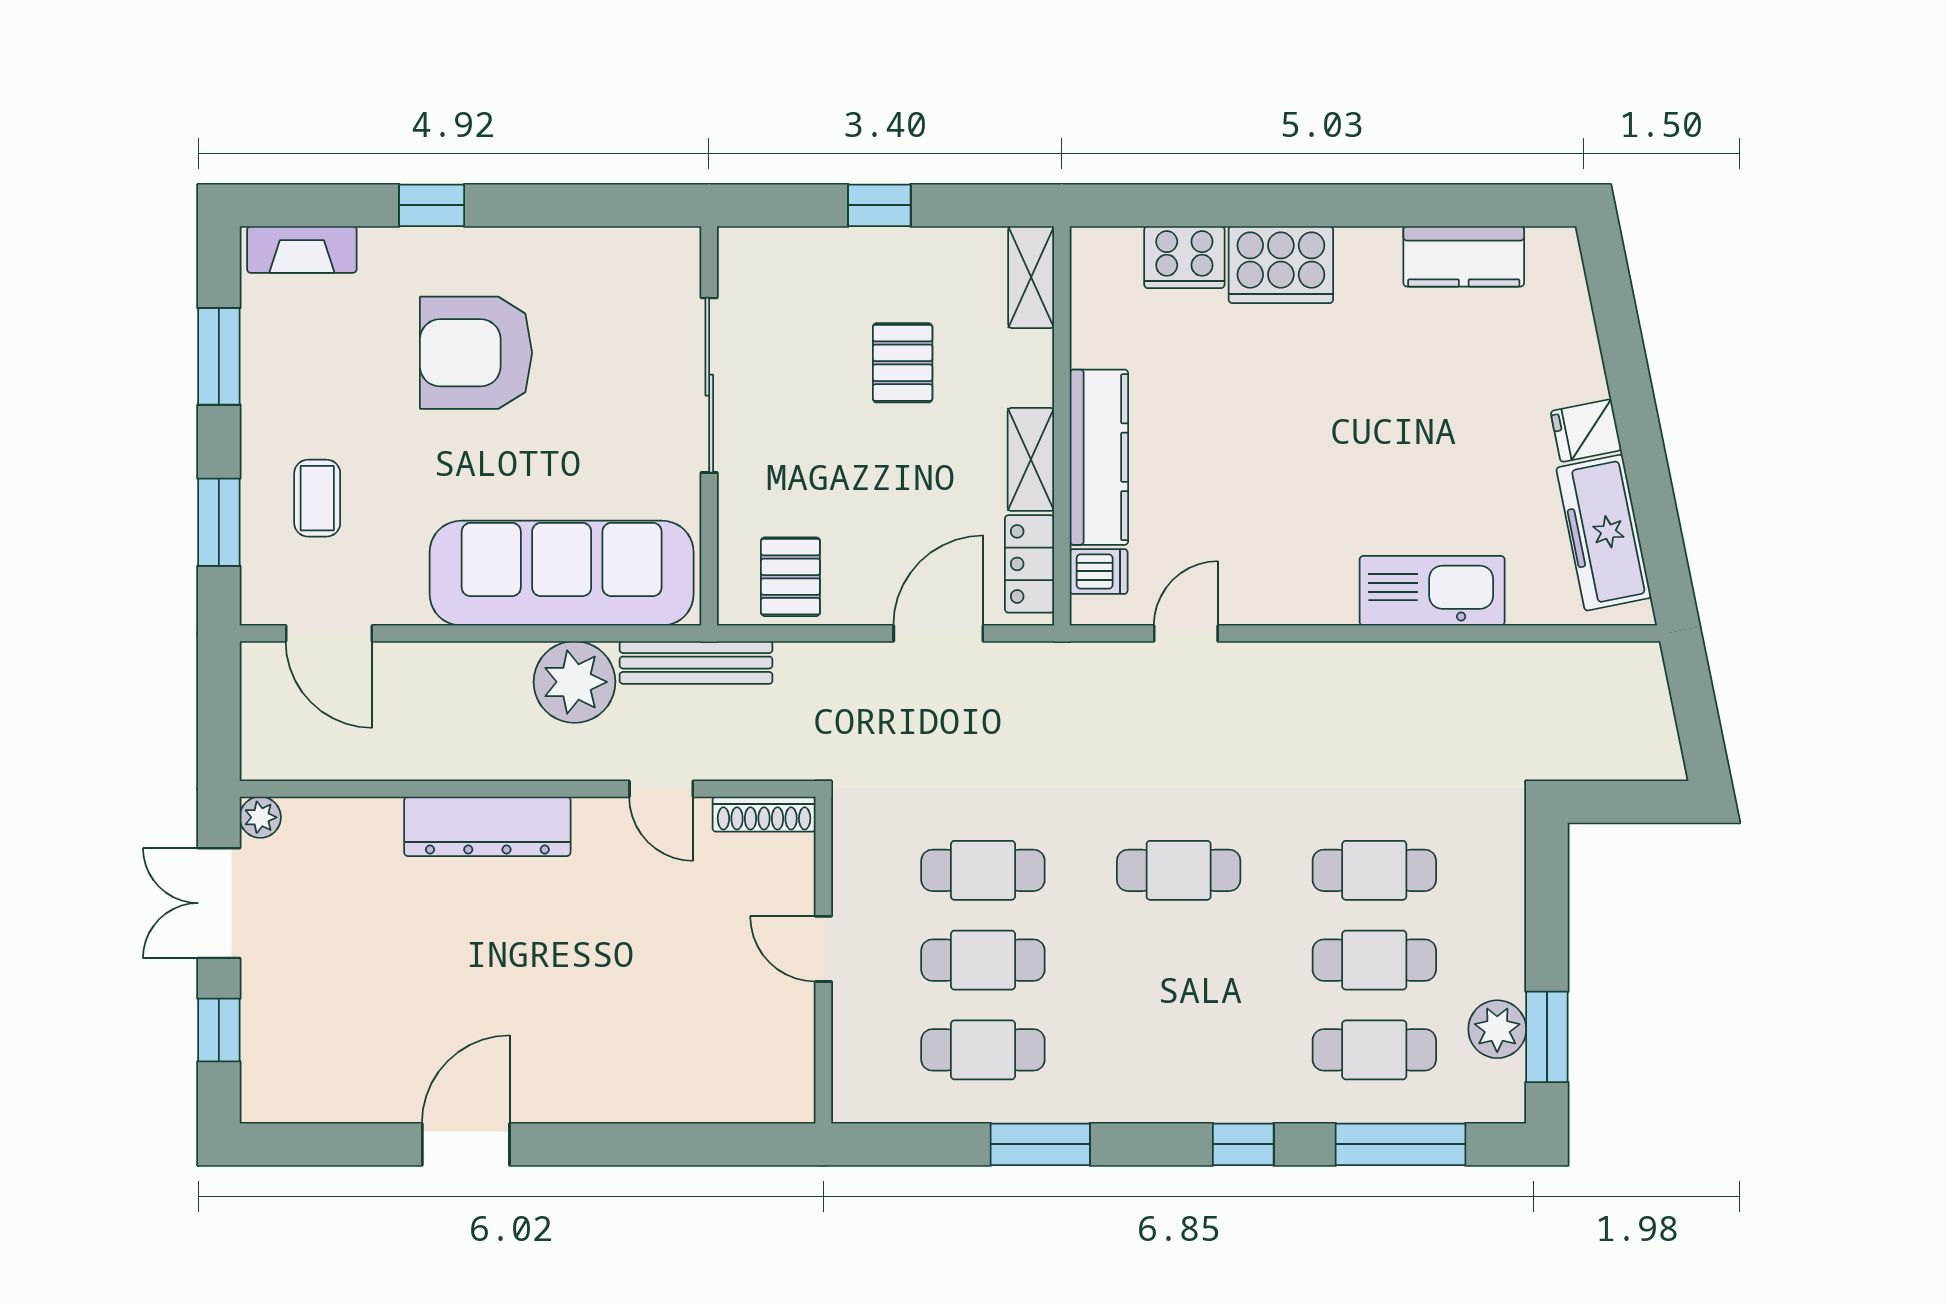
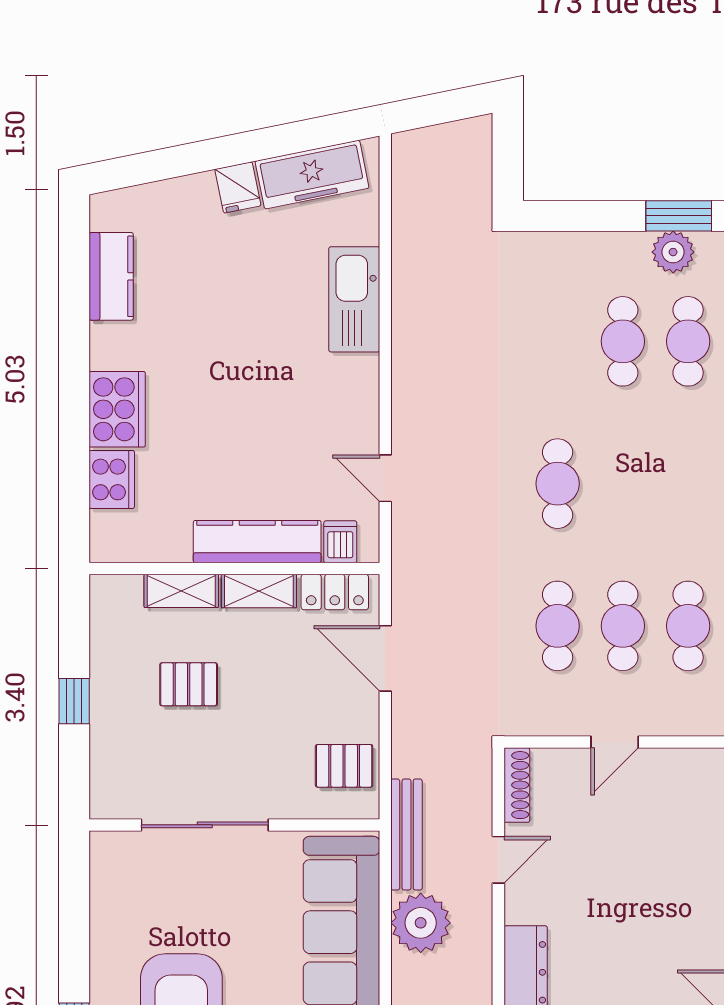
shelving: (1031, 277) -> (181, 591), moved
cafe table: (1374, 870) -> (558, 341), removed

